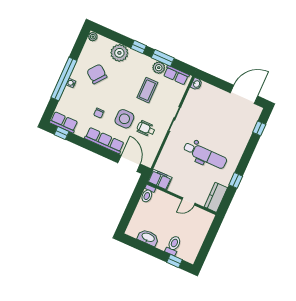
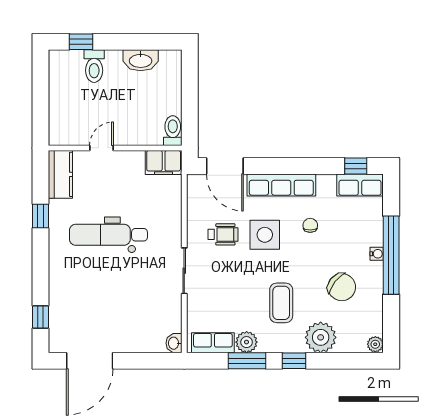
coffee table: (147, 90) -> (281, 303), moved

